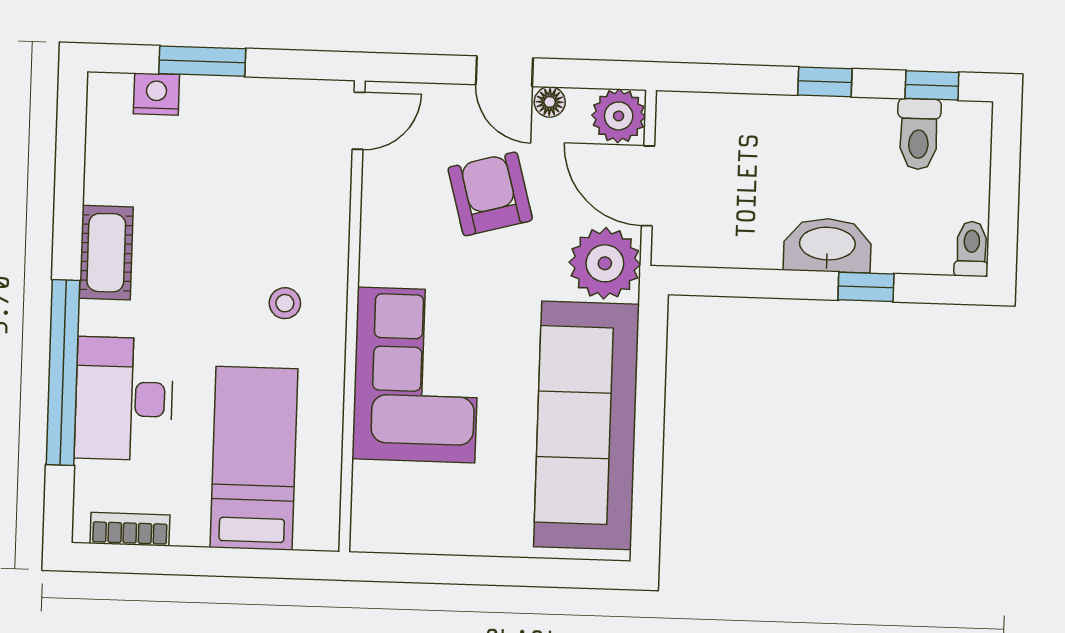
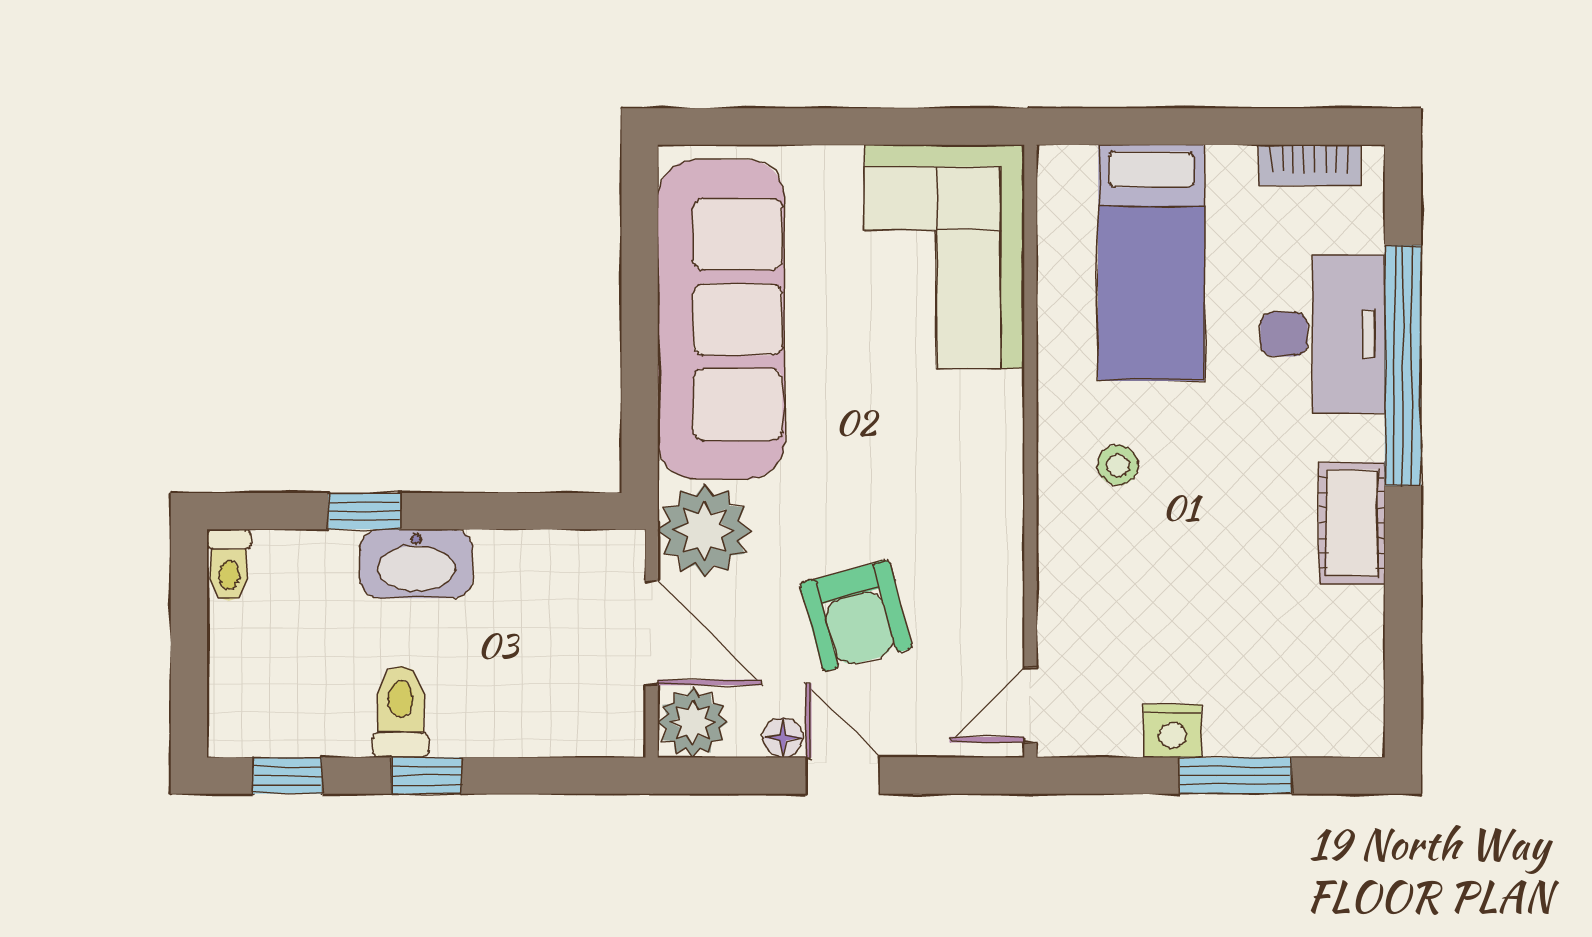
nightstand: (156, 94) -> (1172, 731), moved
toilet: (919, 134) -> (401, 712), moved
corner sofa: (416, 375) -> (945, 256), moved

